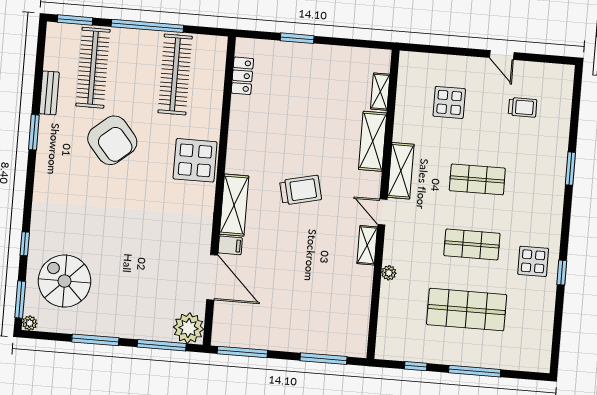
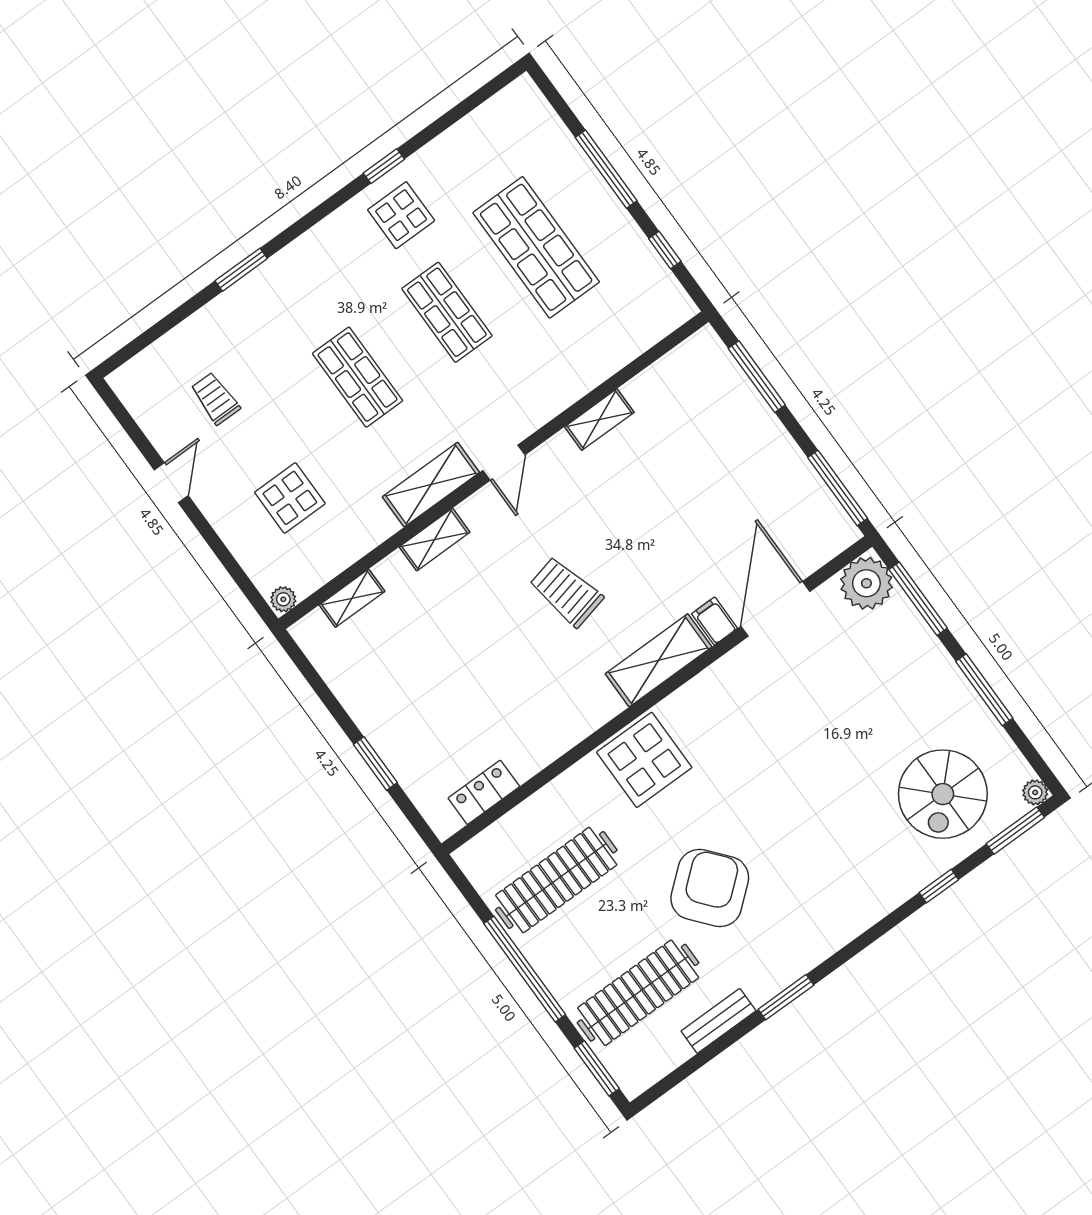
shelving: (373, 141) -> (435, 540), width x0.67, depth x0.75
shelving: (367, 245) -> (599, 420), moved
plant: (389, 273) -> (283, 599), moved

